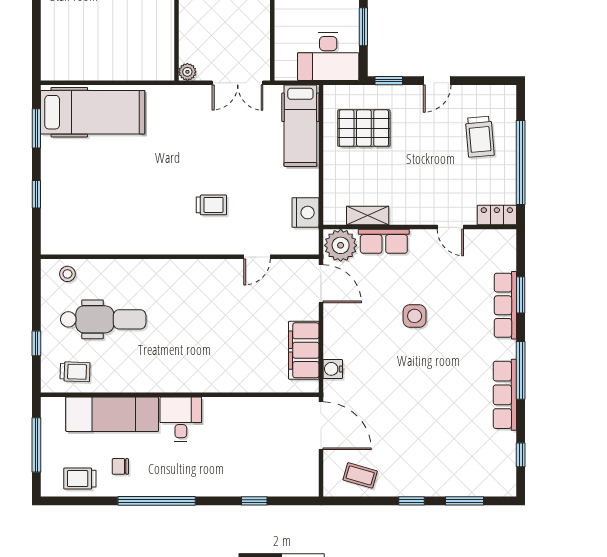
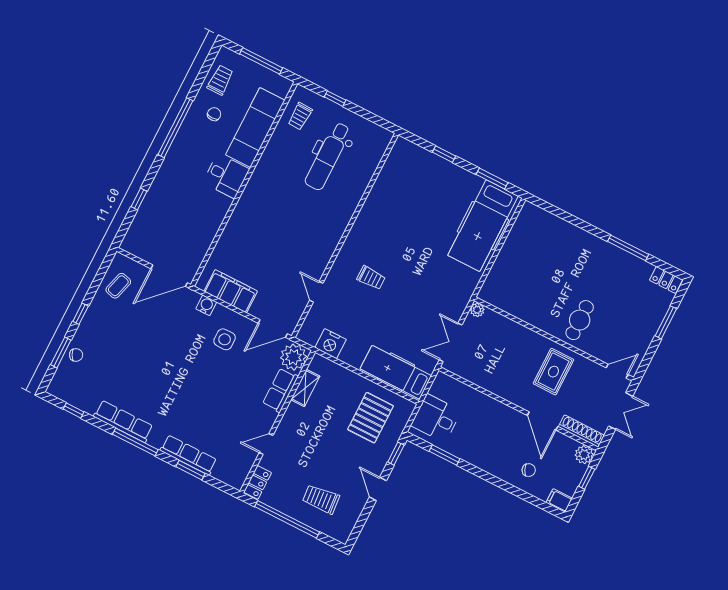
desk: (328, 57) -> (436, 418), width x0.73
trolley: (211, 205) -> (371, 278), turned -90
stool: (67, 274) -> (374, 147), removed
side table: (415, 316) -> (225, 339), moved
chair: (459, 483) -> (76, 355), added

